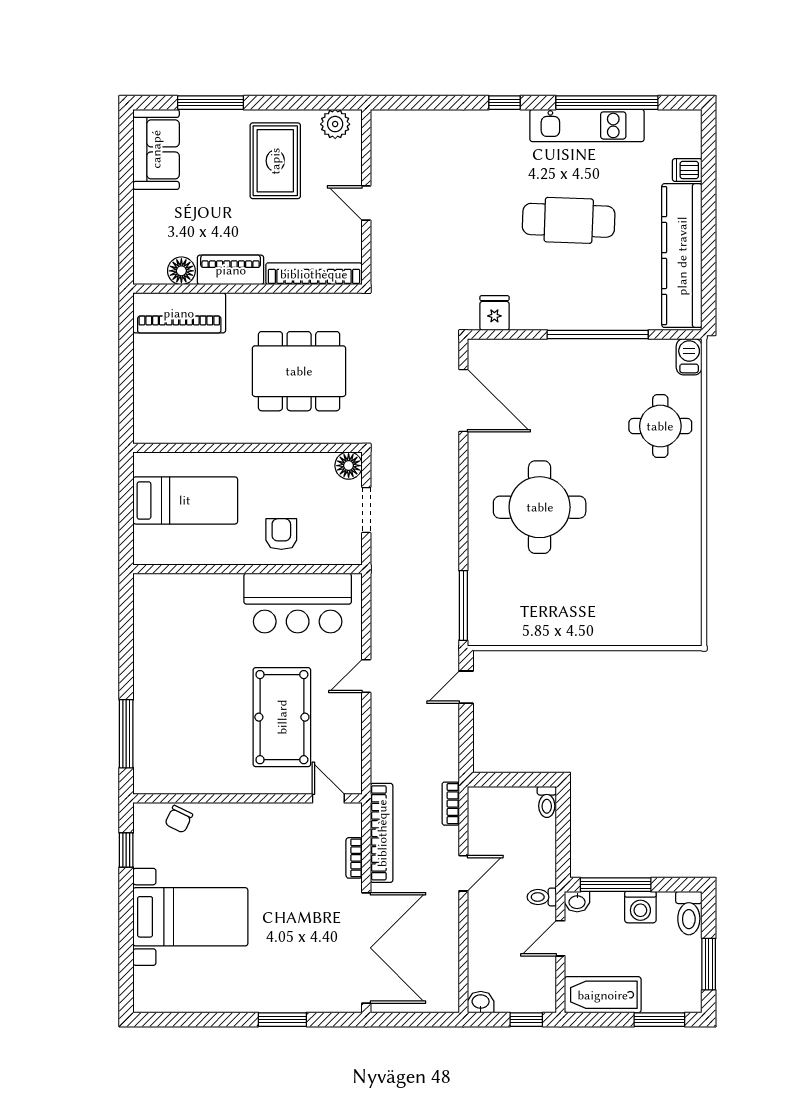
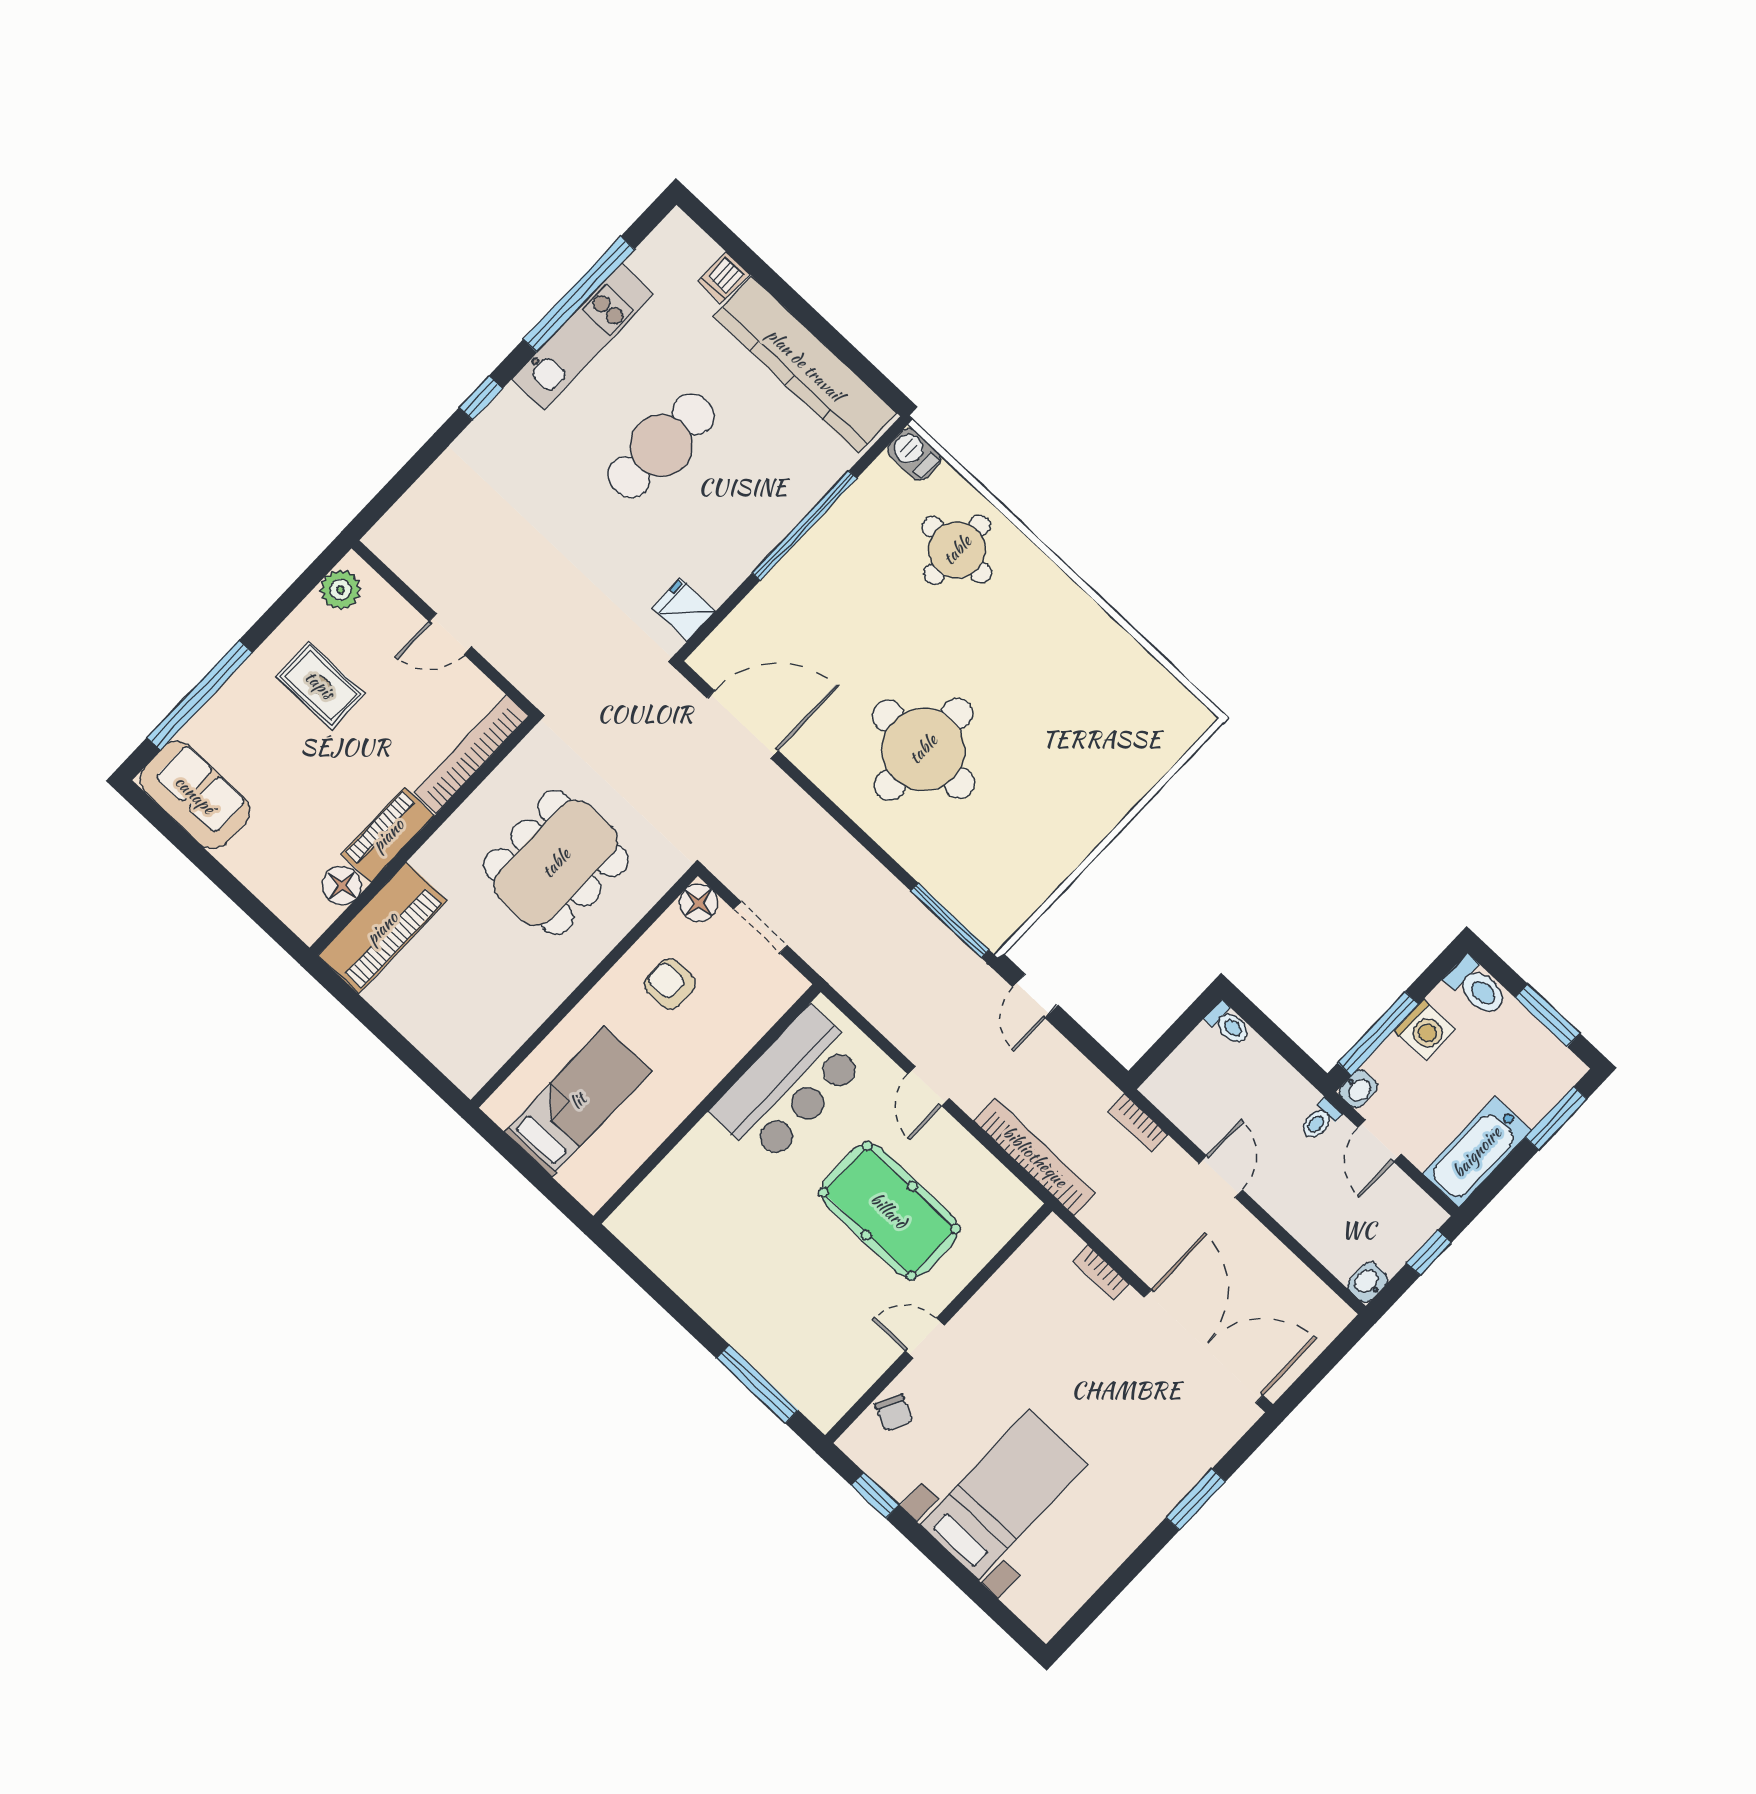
window: (211, 103) -> (200, 695), width x1.46
rug: (275, 161) -> (320, 685), width x0.73, depth x0.70
armchair: (281, 534) -> (670, 984), moved
door: (328, 798) -> (925, 1338), moved
bookcase: (382, 833) -> (1035, 1157), moved

